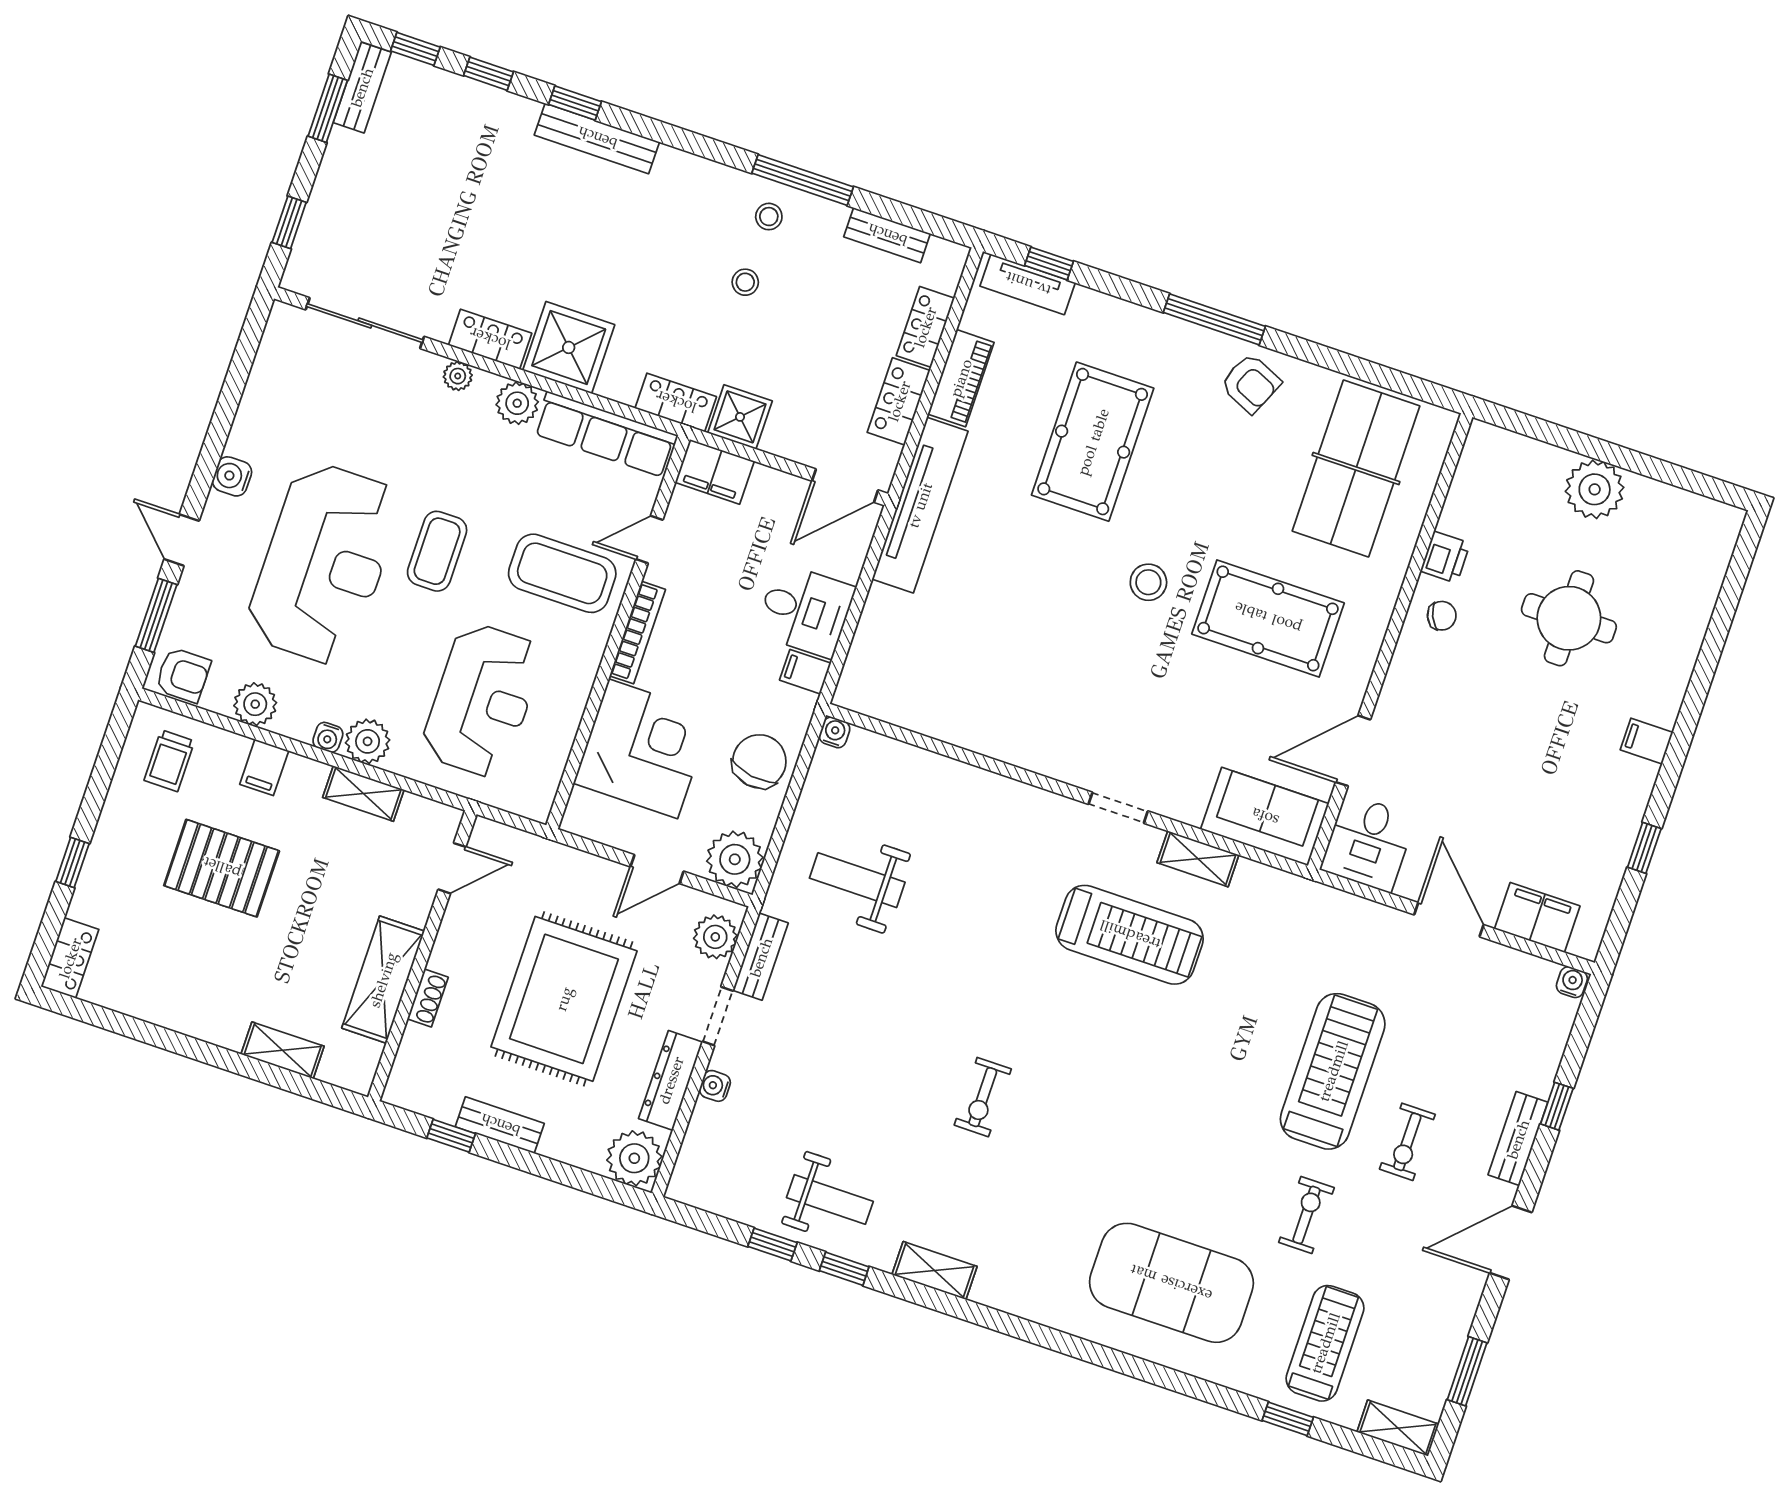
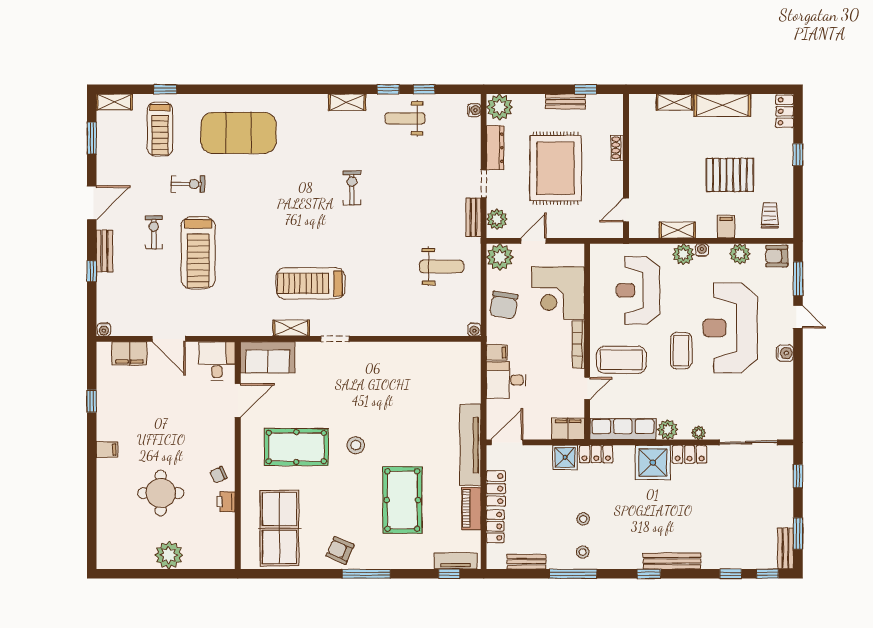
window: (575, 103) -> (649, 574), moved
shelving: (383, 980) -> (722, 105), moved, turned 90
water cooler: (715, 1086) -> (474, 110), moved
exercise bike: (1306, 1215) -> (188, 184), turned -90

